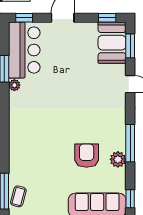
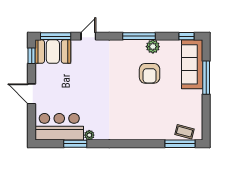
window: (24, 18) -> (32, 127), removed
window: (130, 46) -> (56, 36), width x1.44
armchair: (87, 156) -> (150, 73), turned -90

